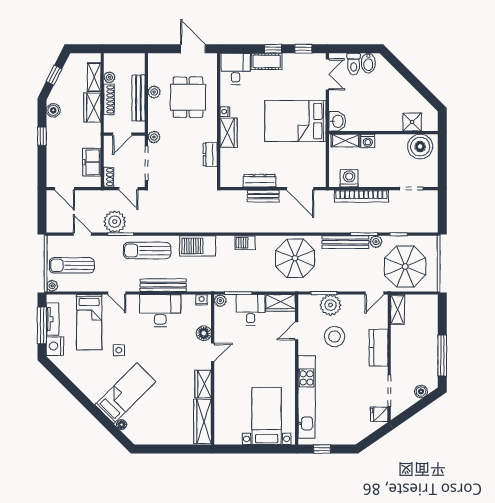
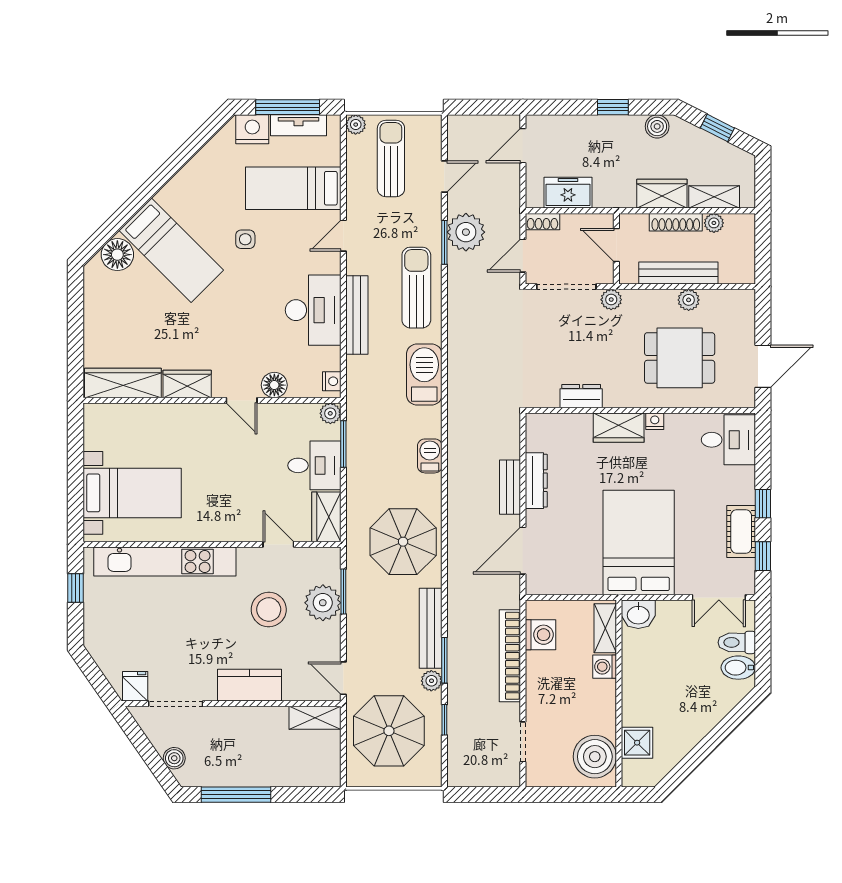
cot: (267, 61) -> (741, 532), moved
floor lamp: (122, 425) -> (117, 255), width x1.89, depth x1.89

